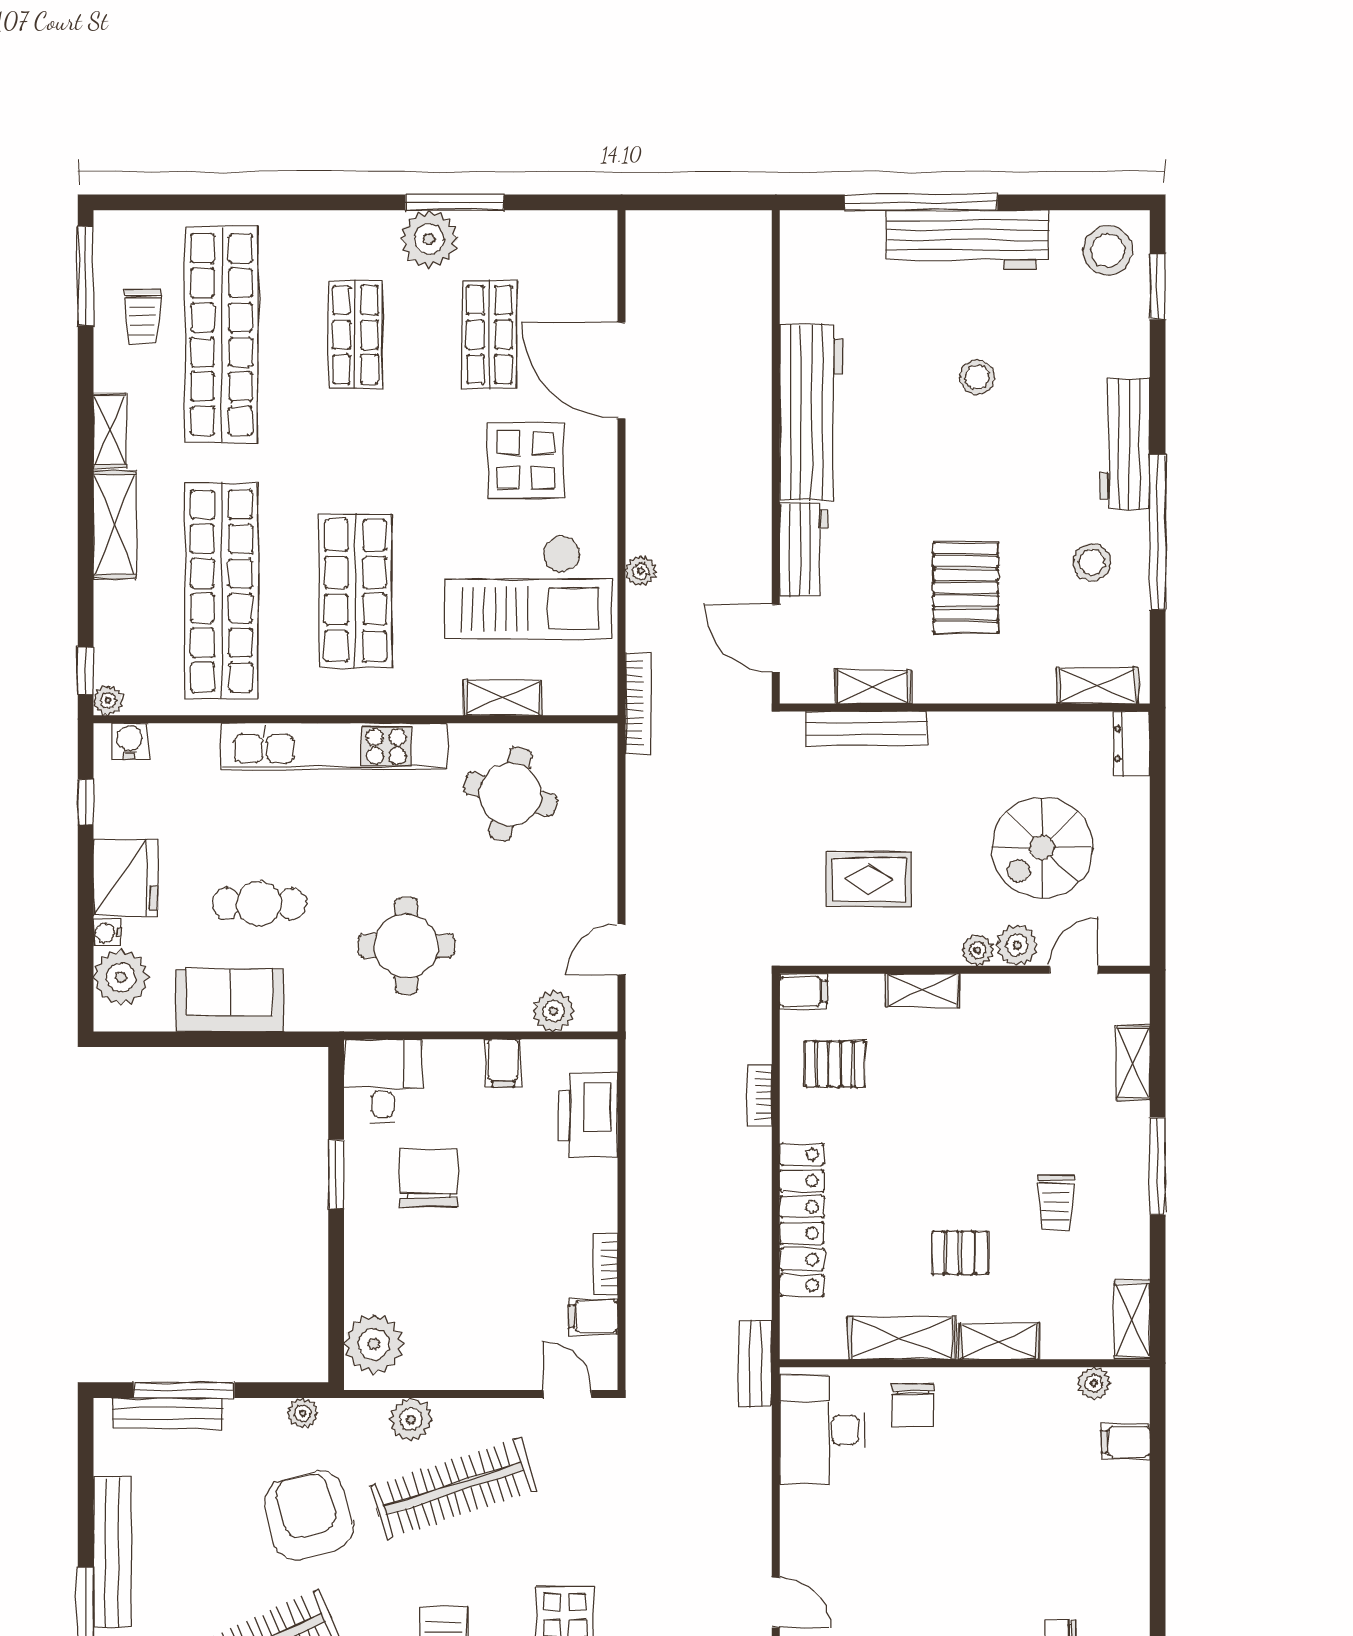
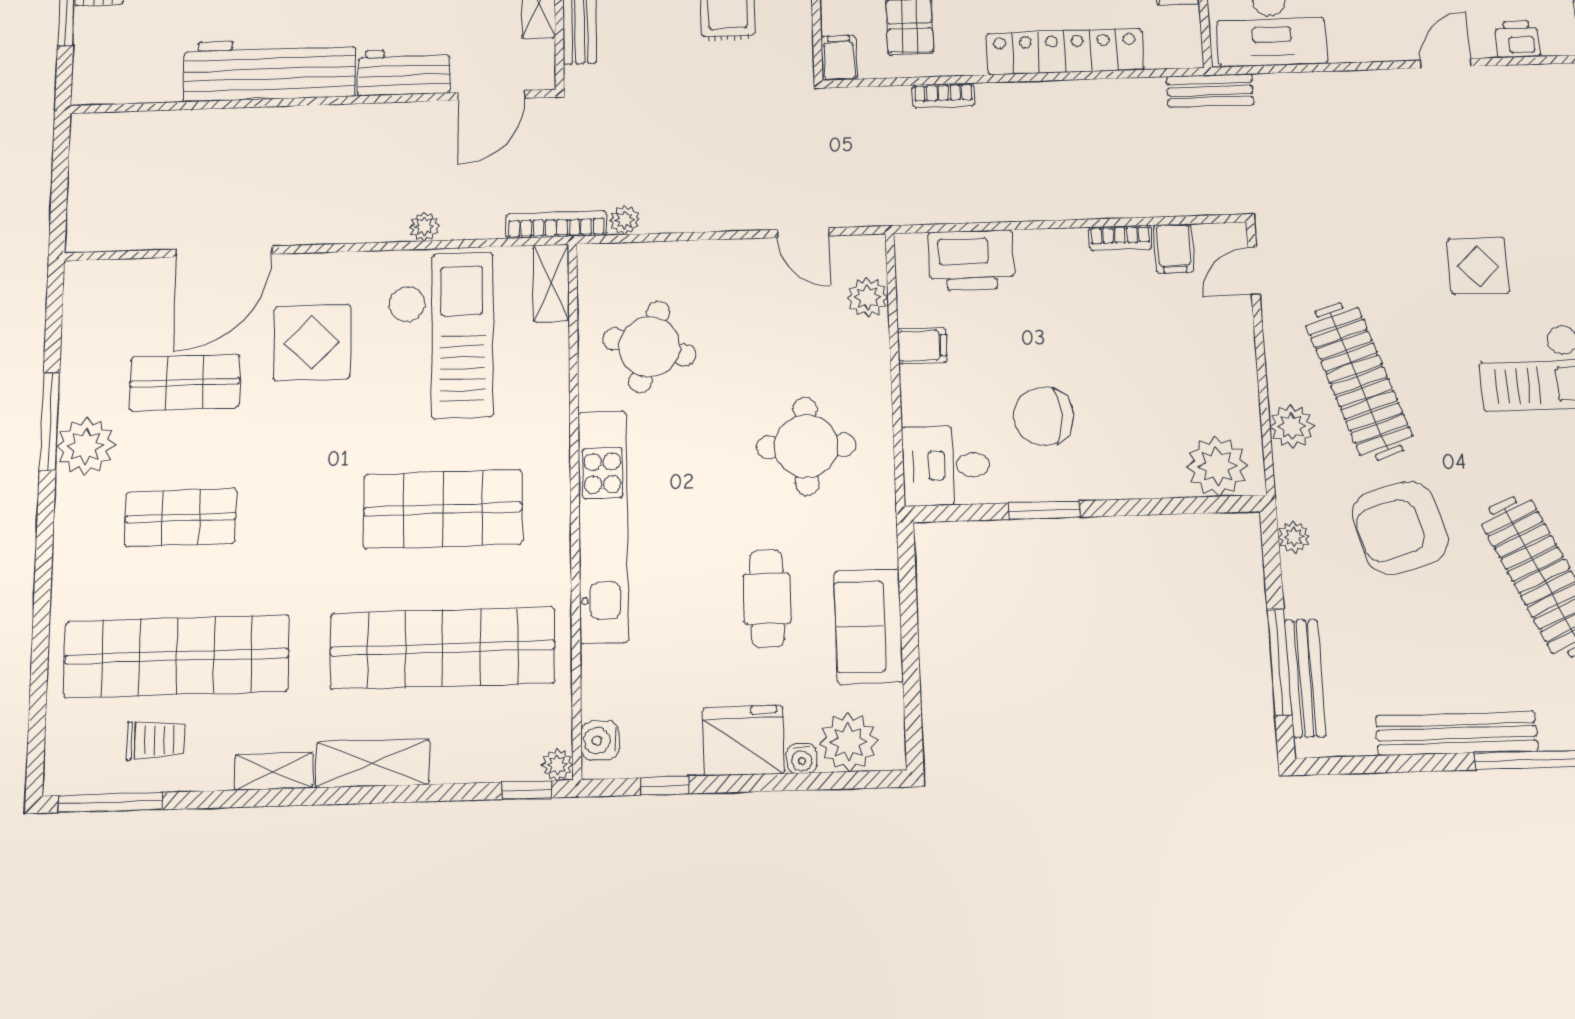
shelving: (503, 698) -> (551, 283), moved
plant: (641, 772) -> (625, 220), added

